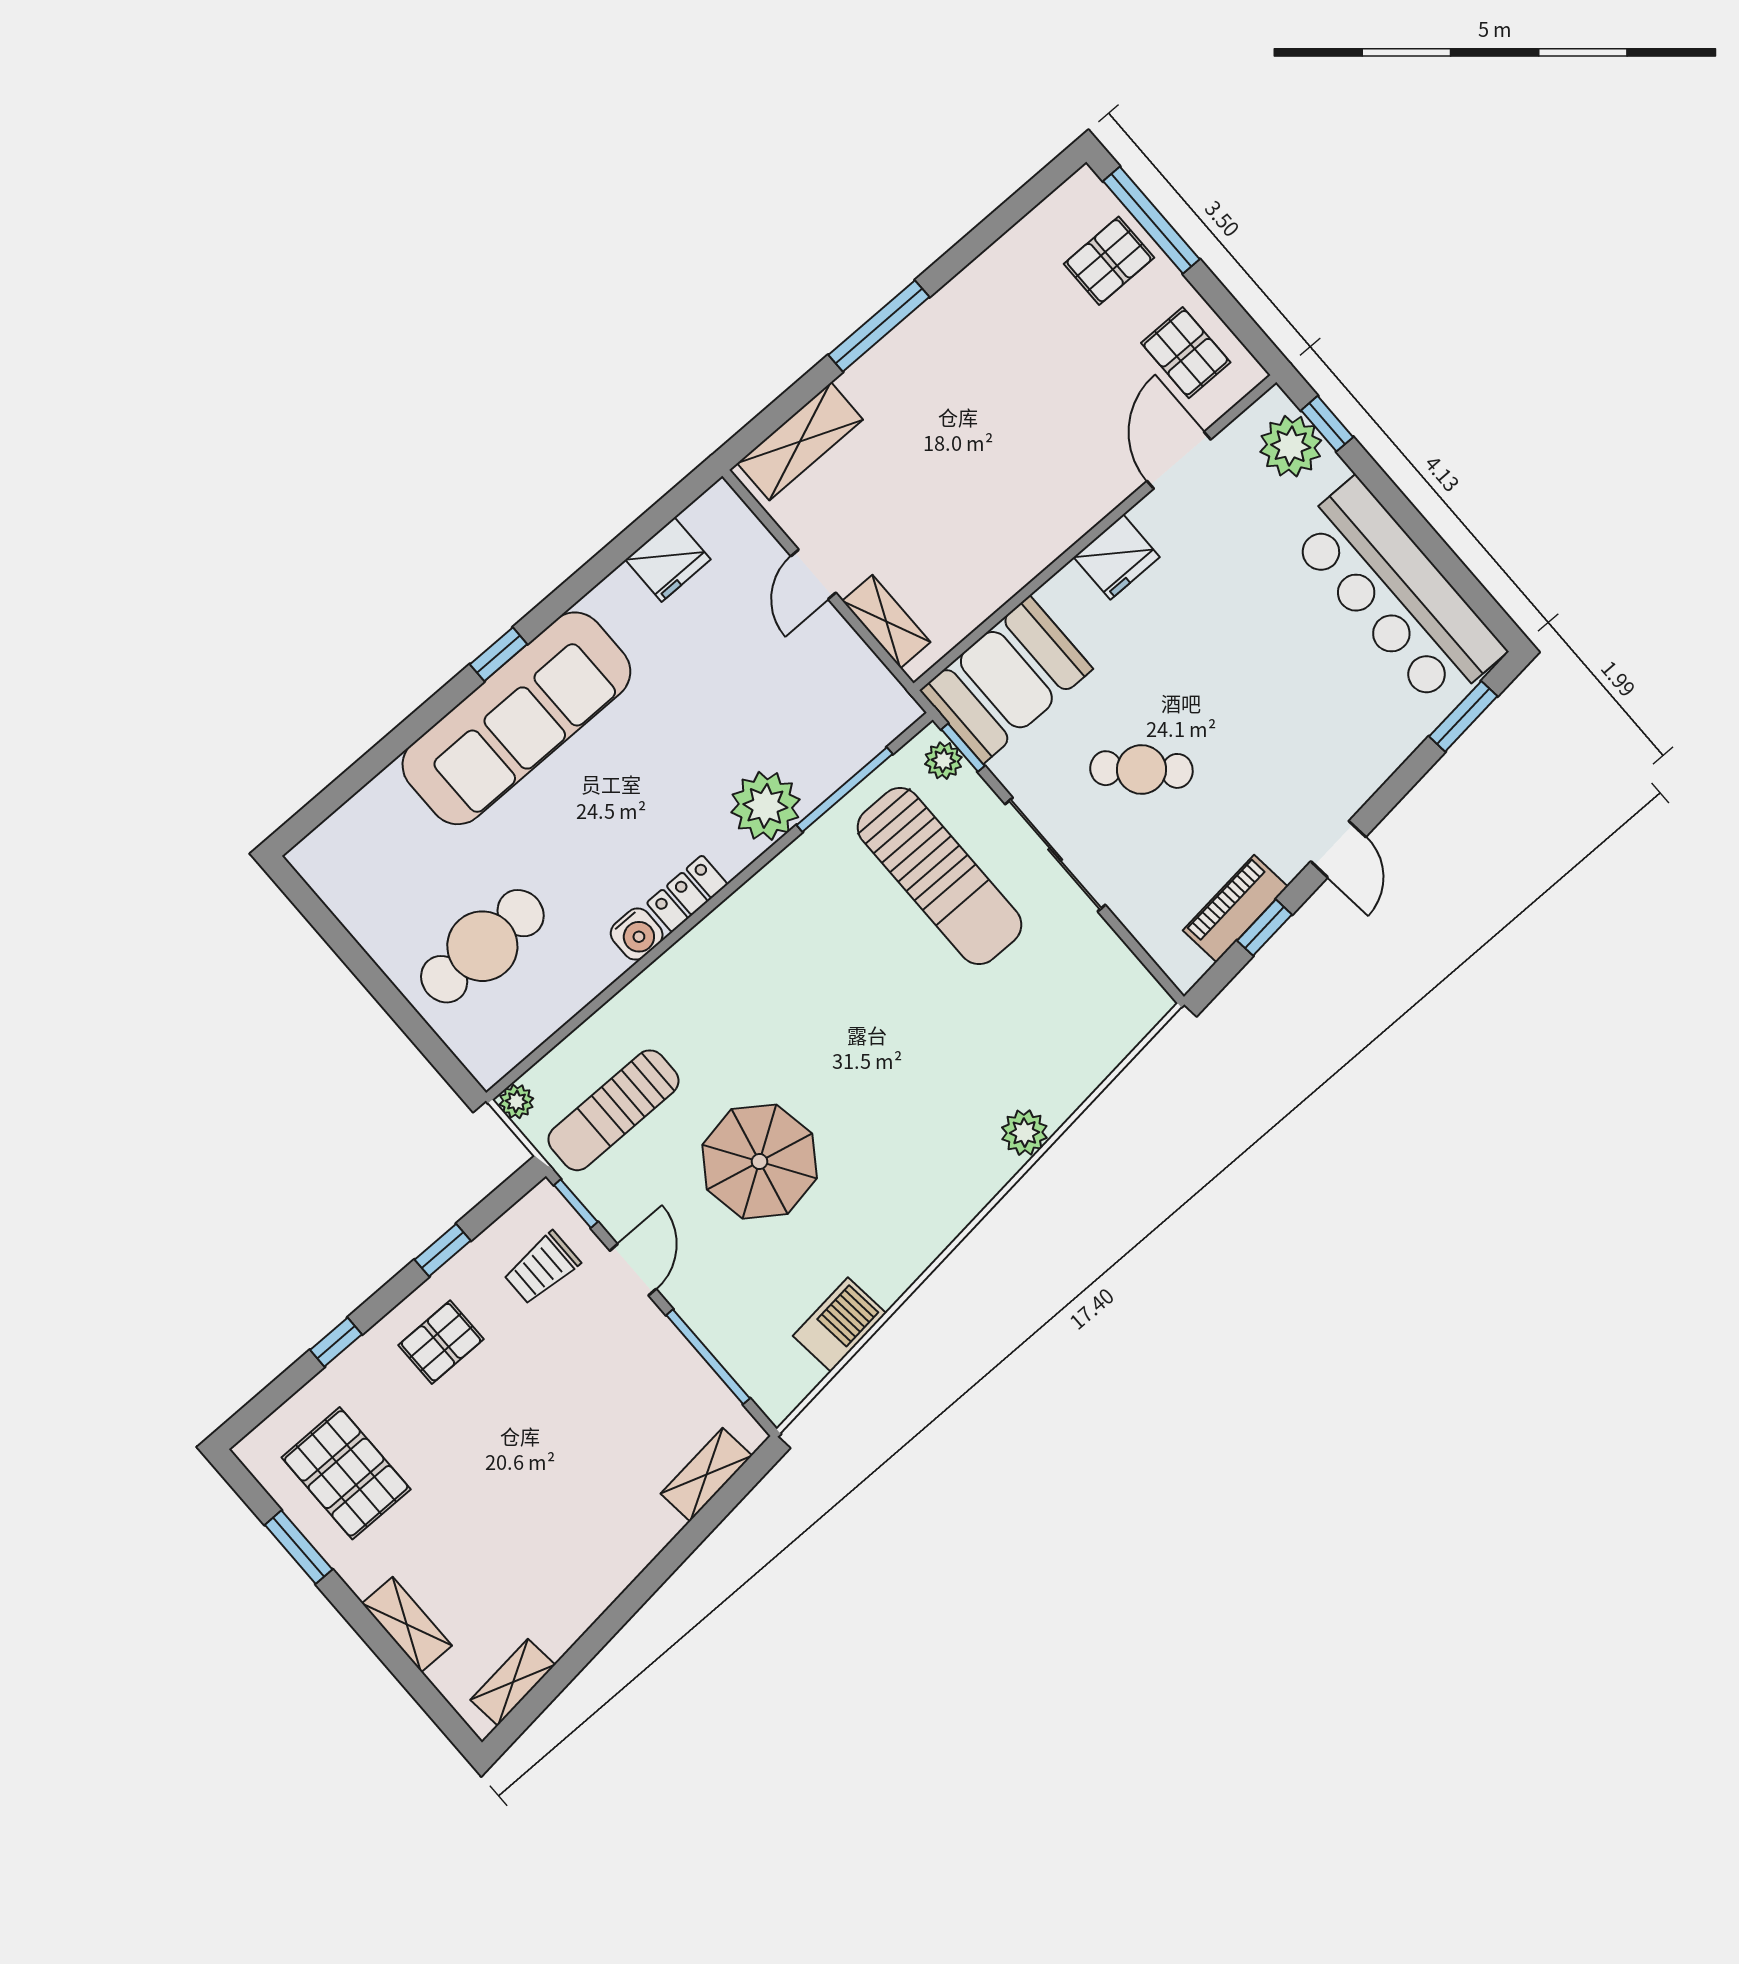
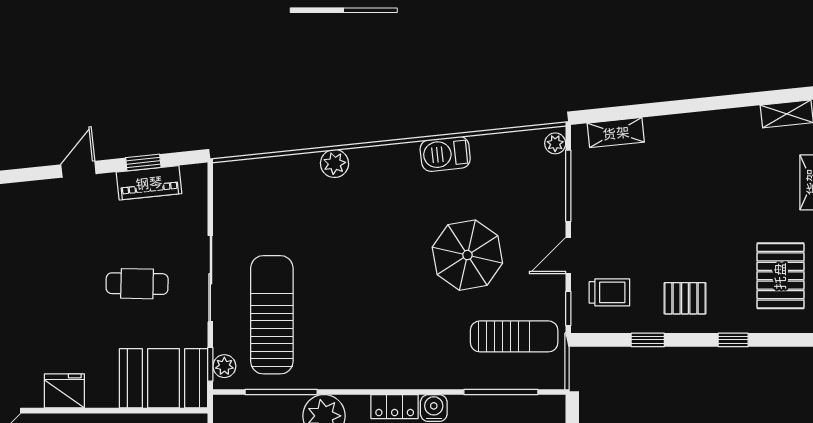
cafe table: (1141, 770) -> (137, 284), turned -42
window: (570, 1026) -> (501, 392), added
plant: (516, 1101) -> (555, 143), moved
barbecue: (839, 1325) -> (445, 154), moved

